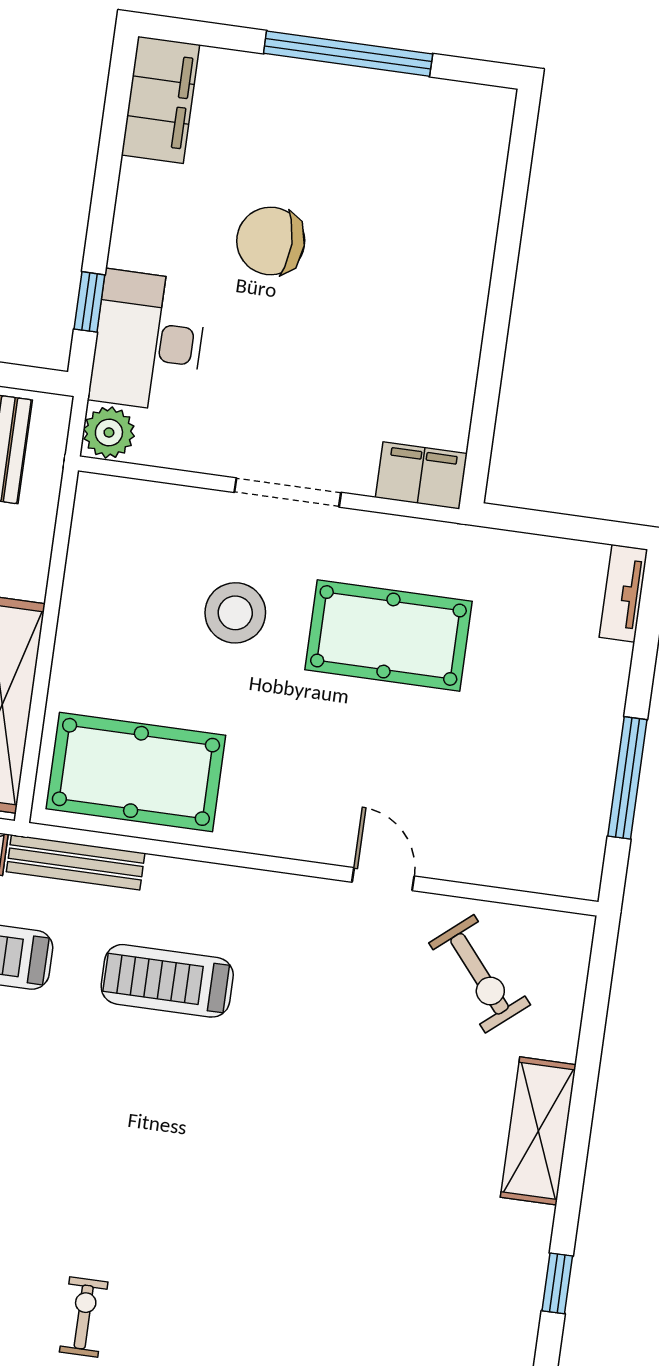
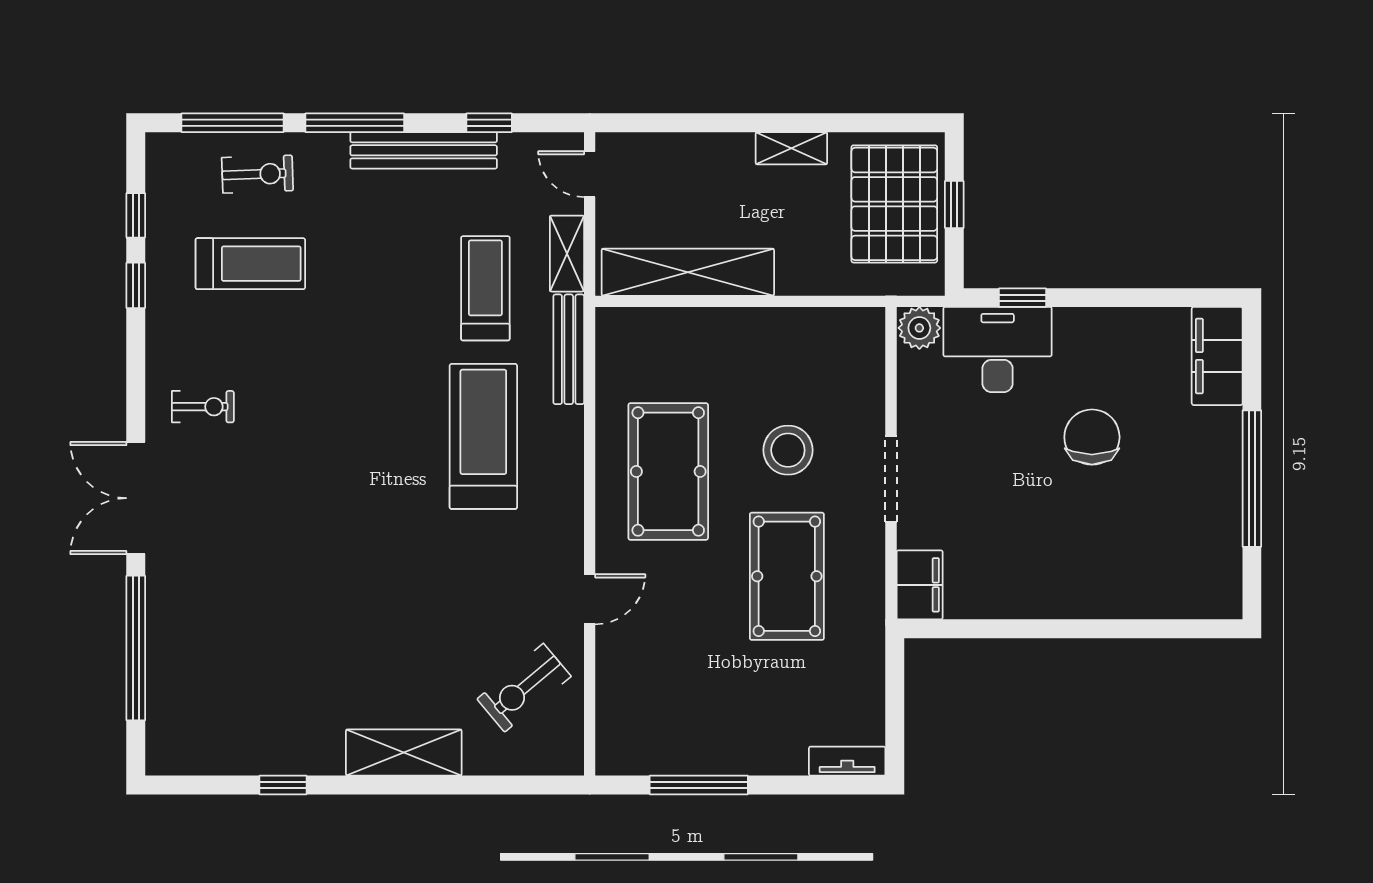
filing cabinet: (161, 100) -> (1217, 356), moved, turned 90
pool table: (136, 772) -> (668, 471), moved
treadmill: (167, 981) -> (483, 436), width x1.37, depth x1.38

